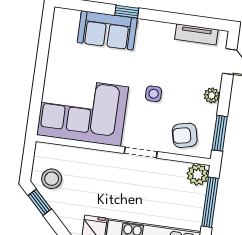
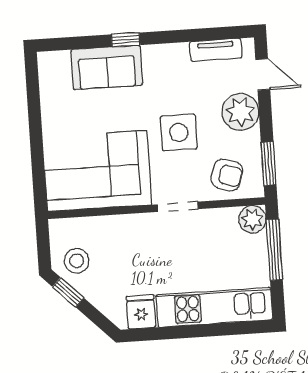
side table: (154, 94) -> (179, 132), width x1.87, depth x1.87
plant: (212, 95) -> (240, 112), width x1.87, depth x1.87
armchair: (185, 135) -> (227, 175), turned -149

